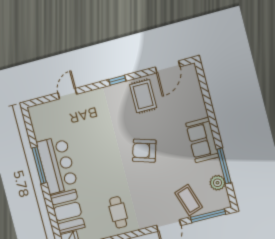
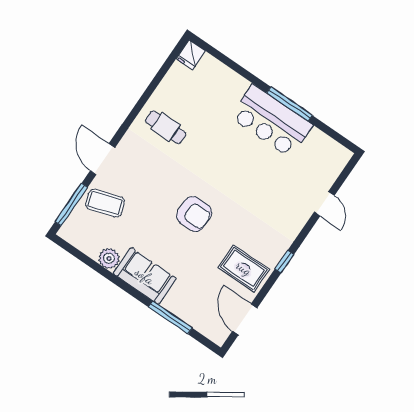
armchair: (144, 151) -> (194, 214), turned 73
window: (224, 166) -> (170, 317), moved
plant: (218, 183) -> (109, 258), moved
booth: (67, 211) -> (219, 82), removed

